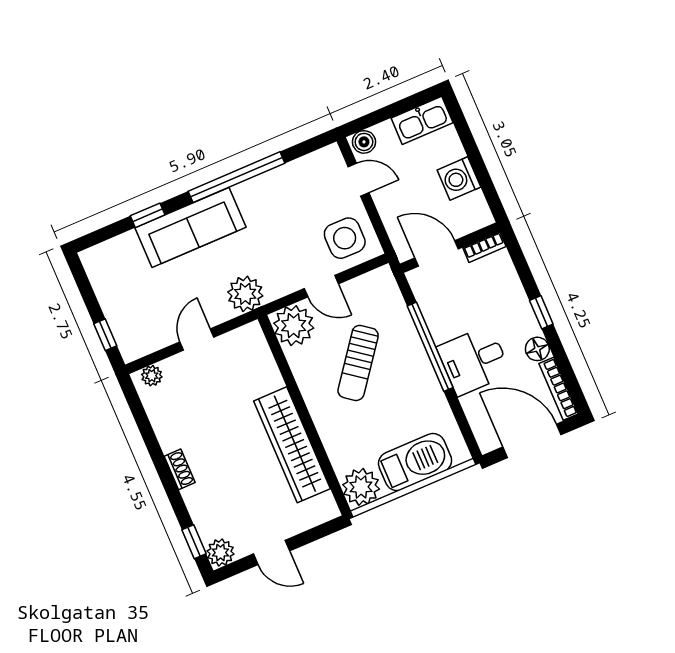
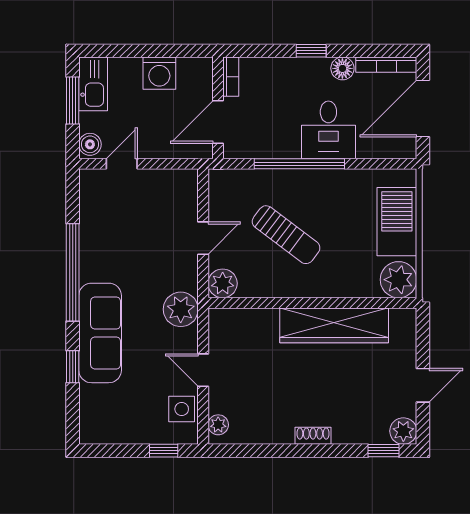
window: (398, 108) -> (73, 101), added
side table: (345, 238) -> (182, 409), moved, width x0.73, depth x0.73
plant: (294, 326) -> (223, 283), width x0.73, depth x0.73

